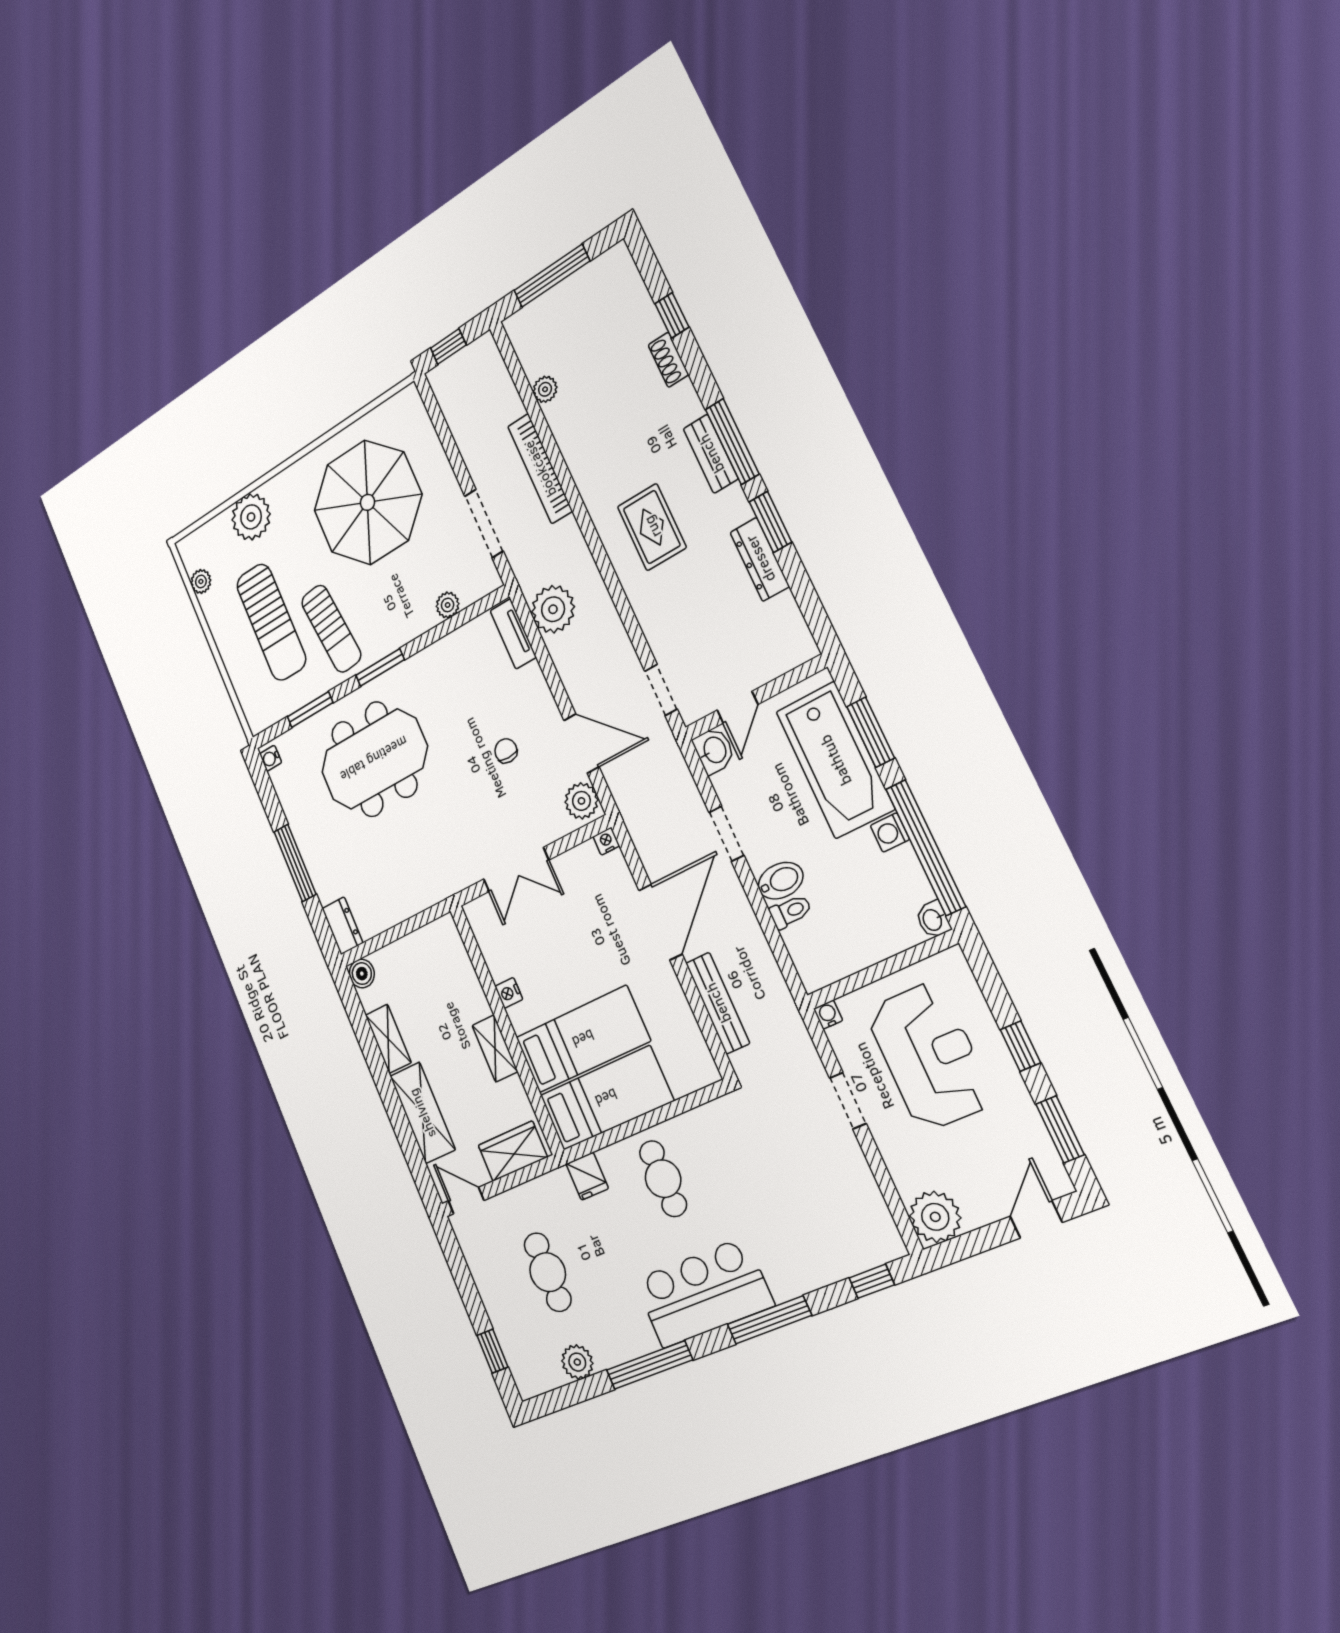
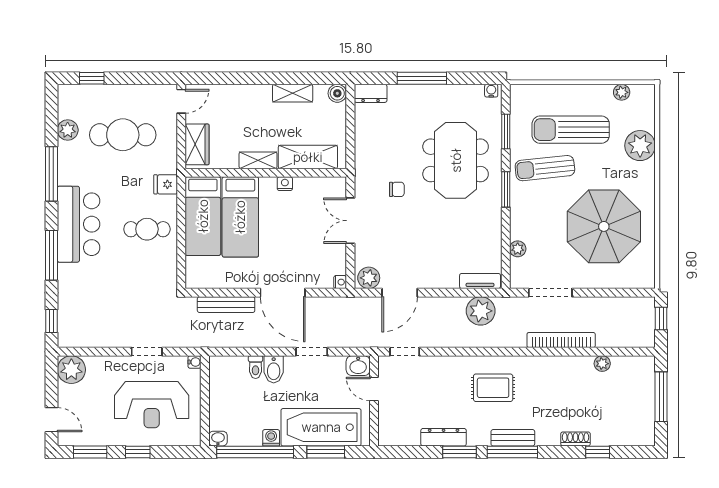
chair: (506, 751) -> (397, 189), moved
shelving: (422, 1113) -> (308, 157), moved
cafe table: (548, 1272) -> (123, 135), width x1.37, depth x1.35

